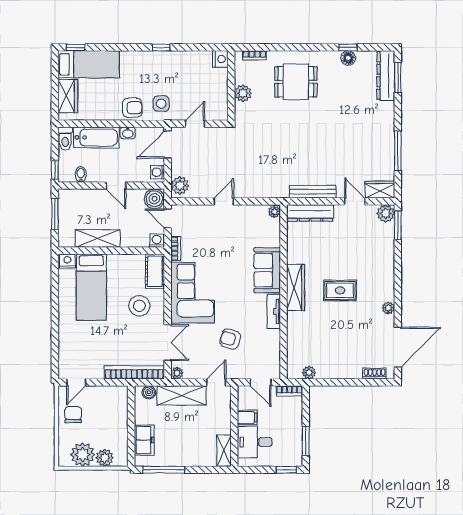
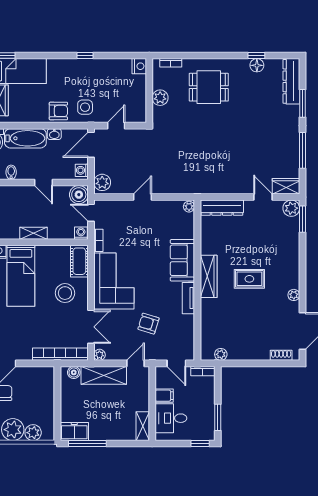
window: (398, 77) -> (302, 103), moved
bench: (313, 192) -> (224, 188), removed
shelving: (98, 239) -> (33, 233), width x0.67, depth x0.75
freezer: (144, 440) -> (74, 432), moved, turned -90

